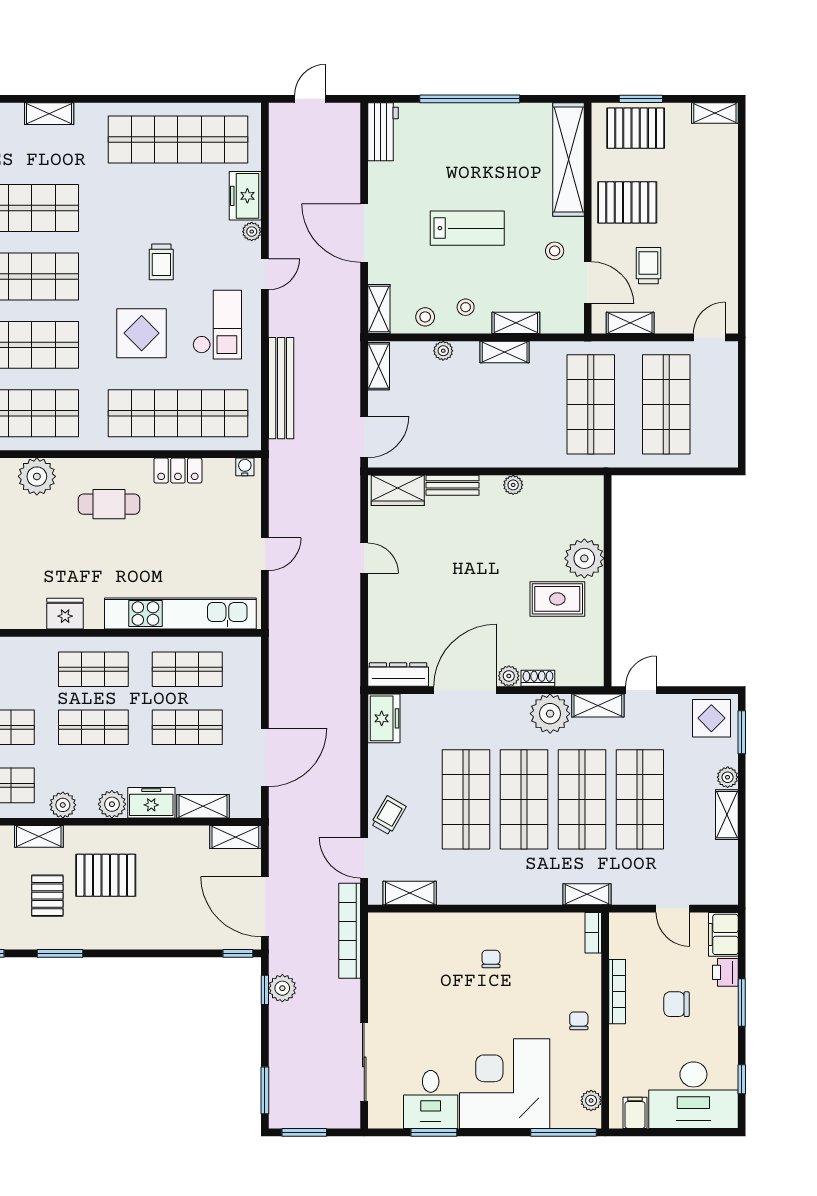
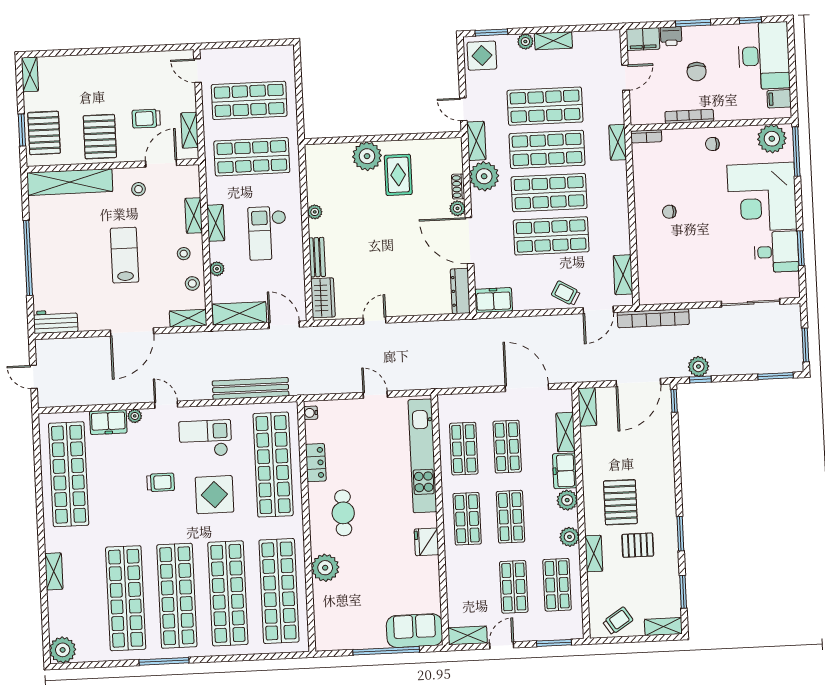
shelving: (379, 366) -> (239, 313), width x1.50, depth x1.33
checkout: (488, 421) -> (268, 233), added
plant: (591, 1101) -> (772, 139), width x1.87, depth x1.87

